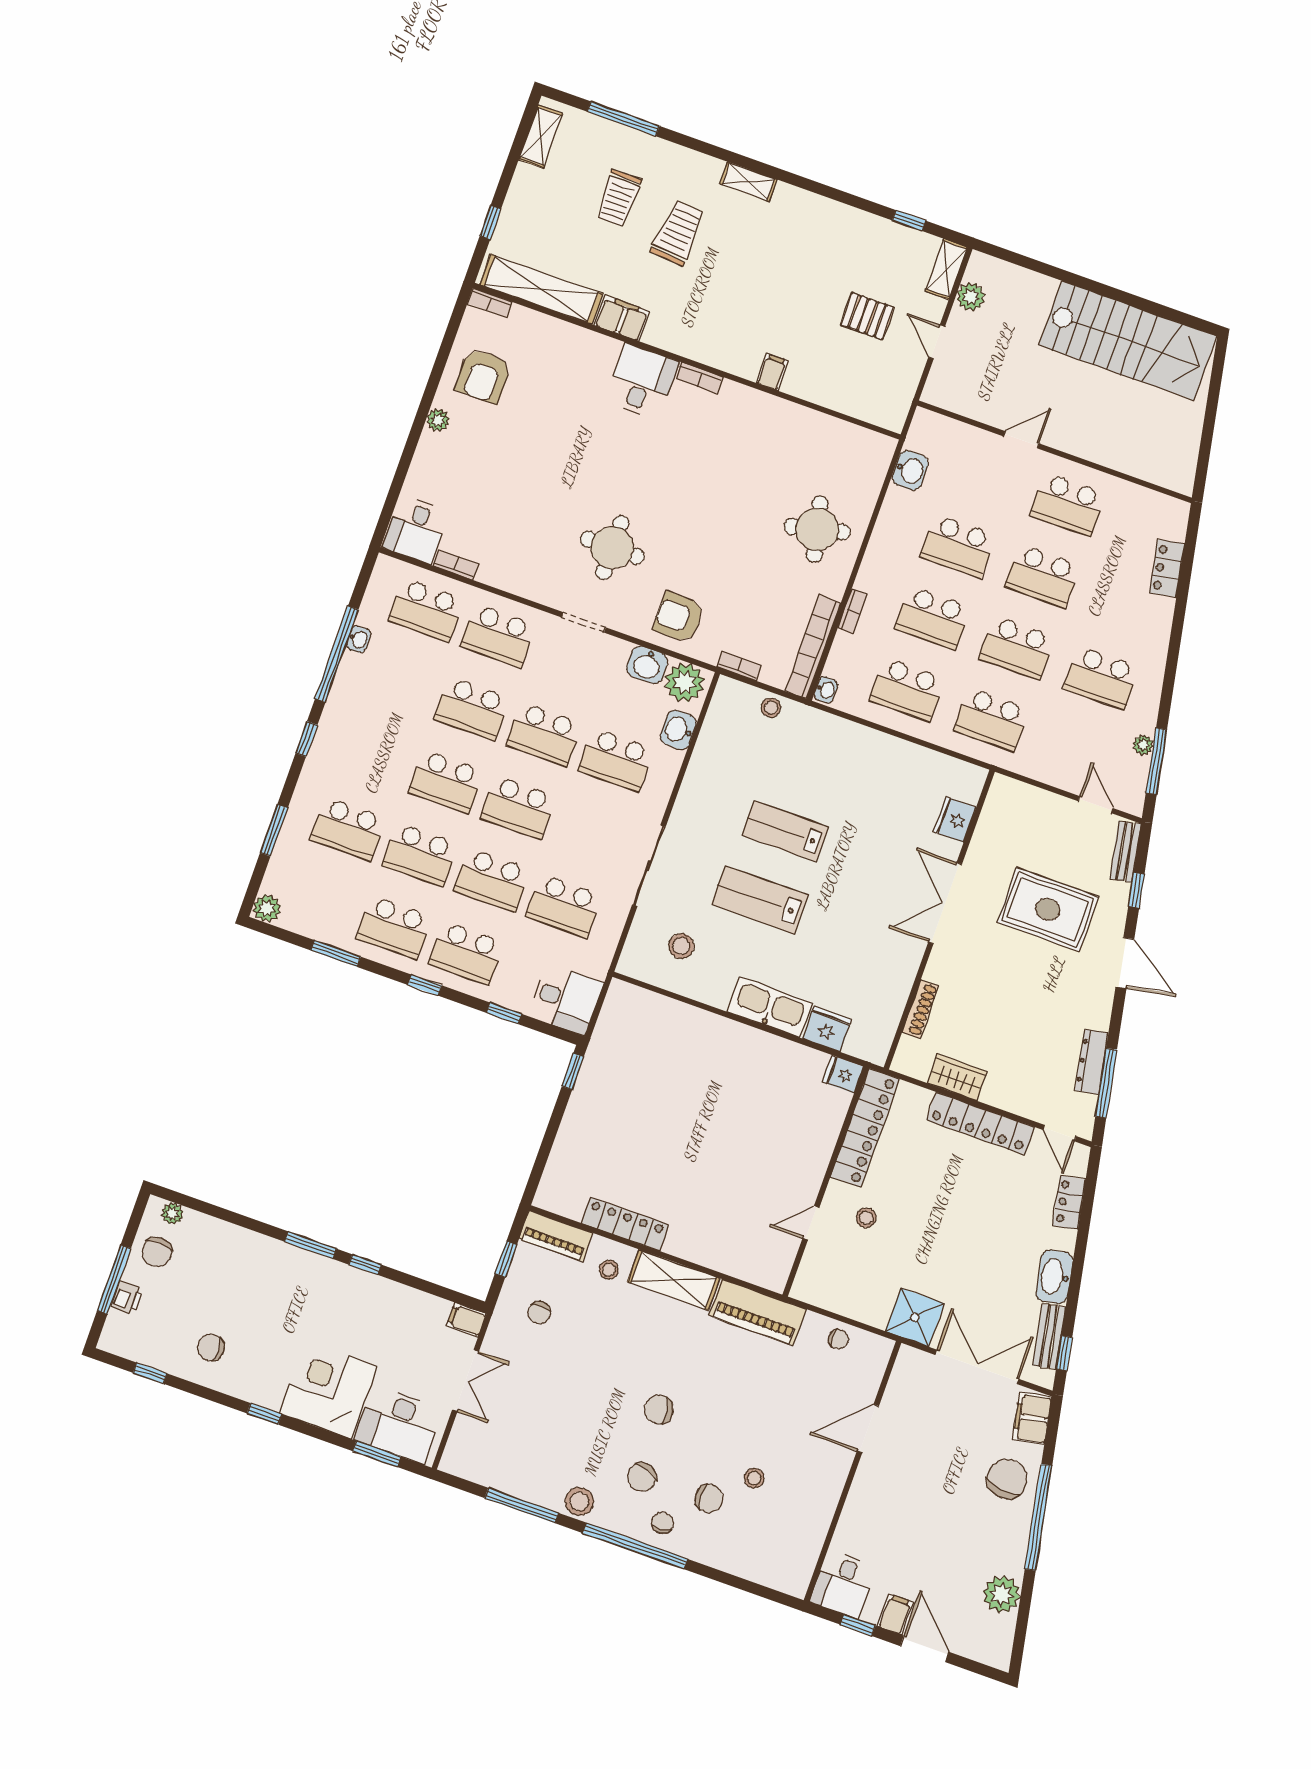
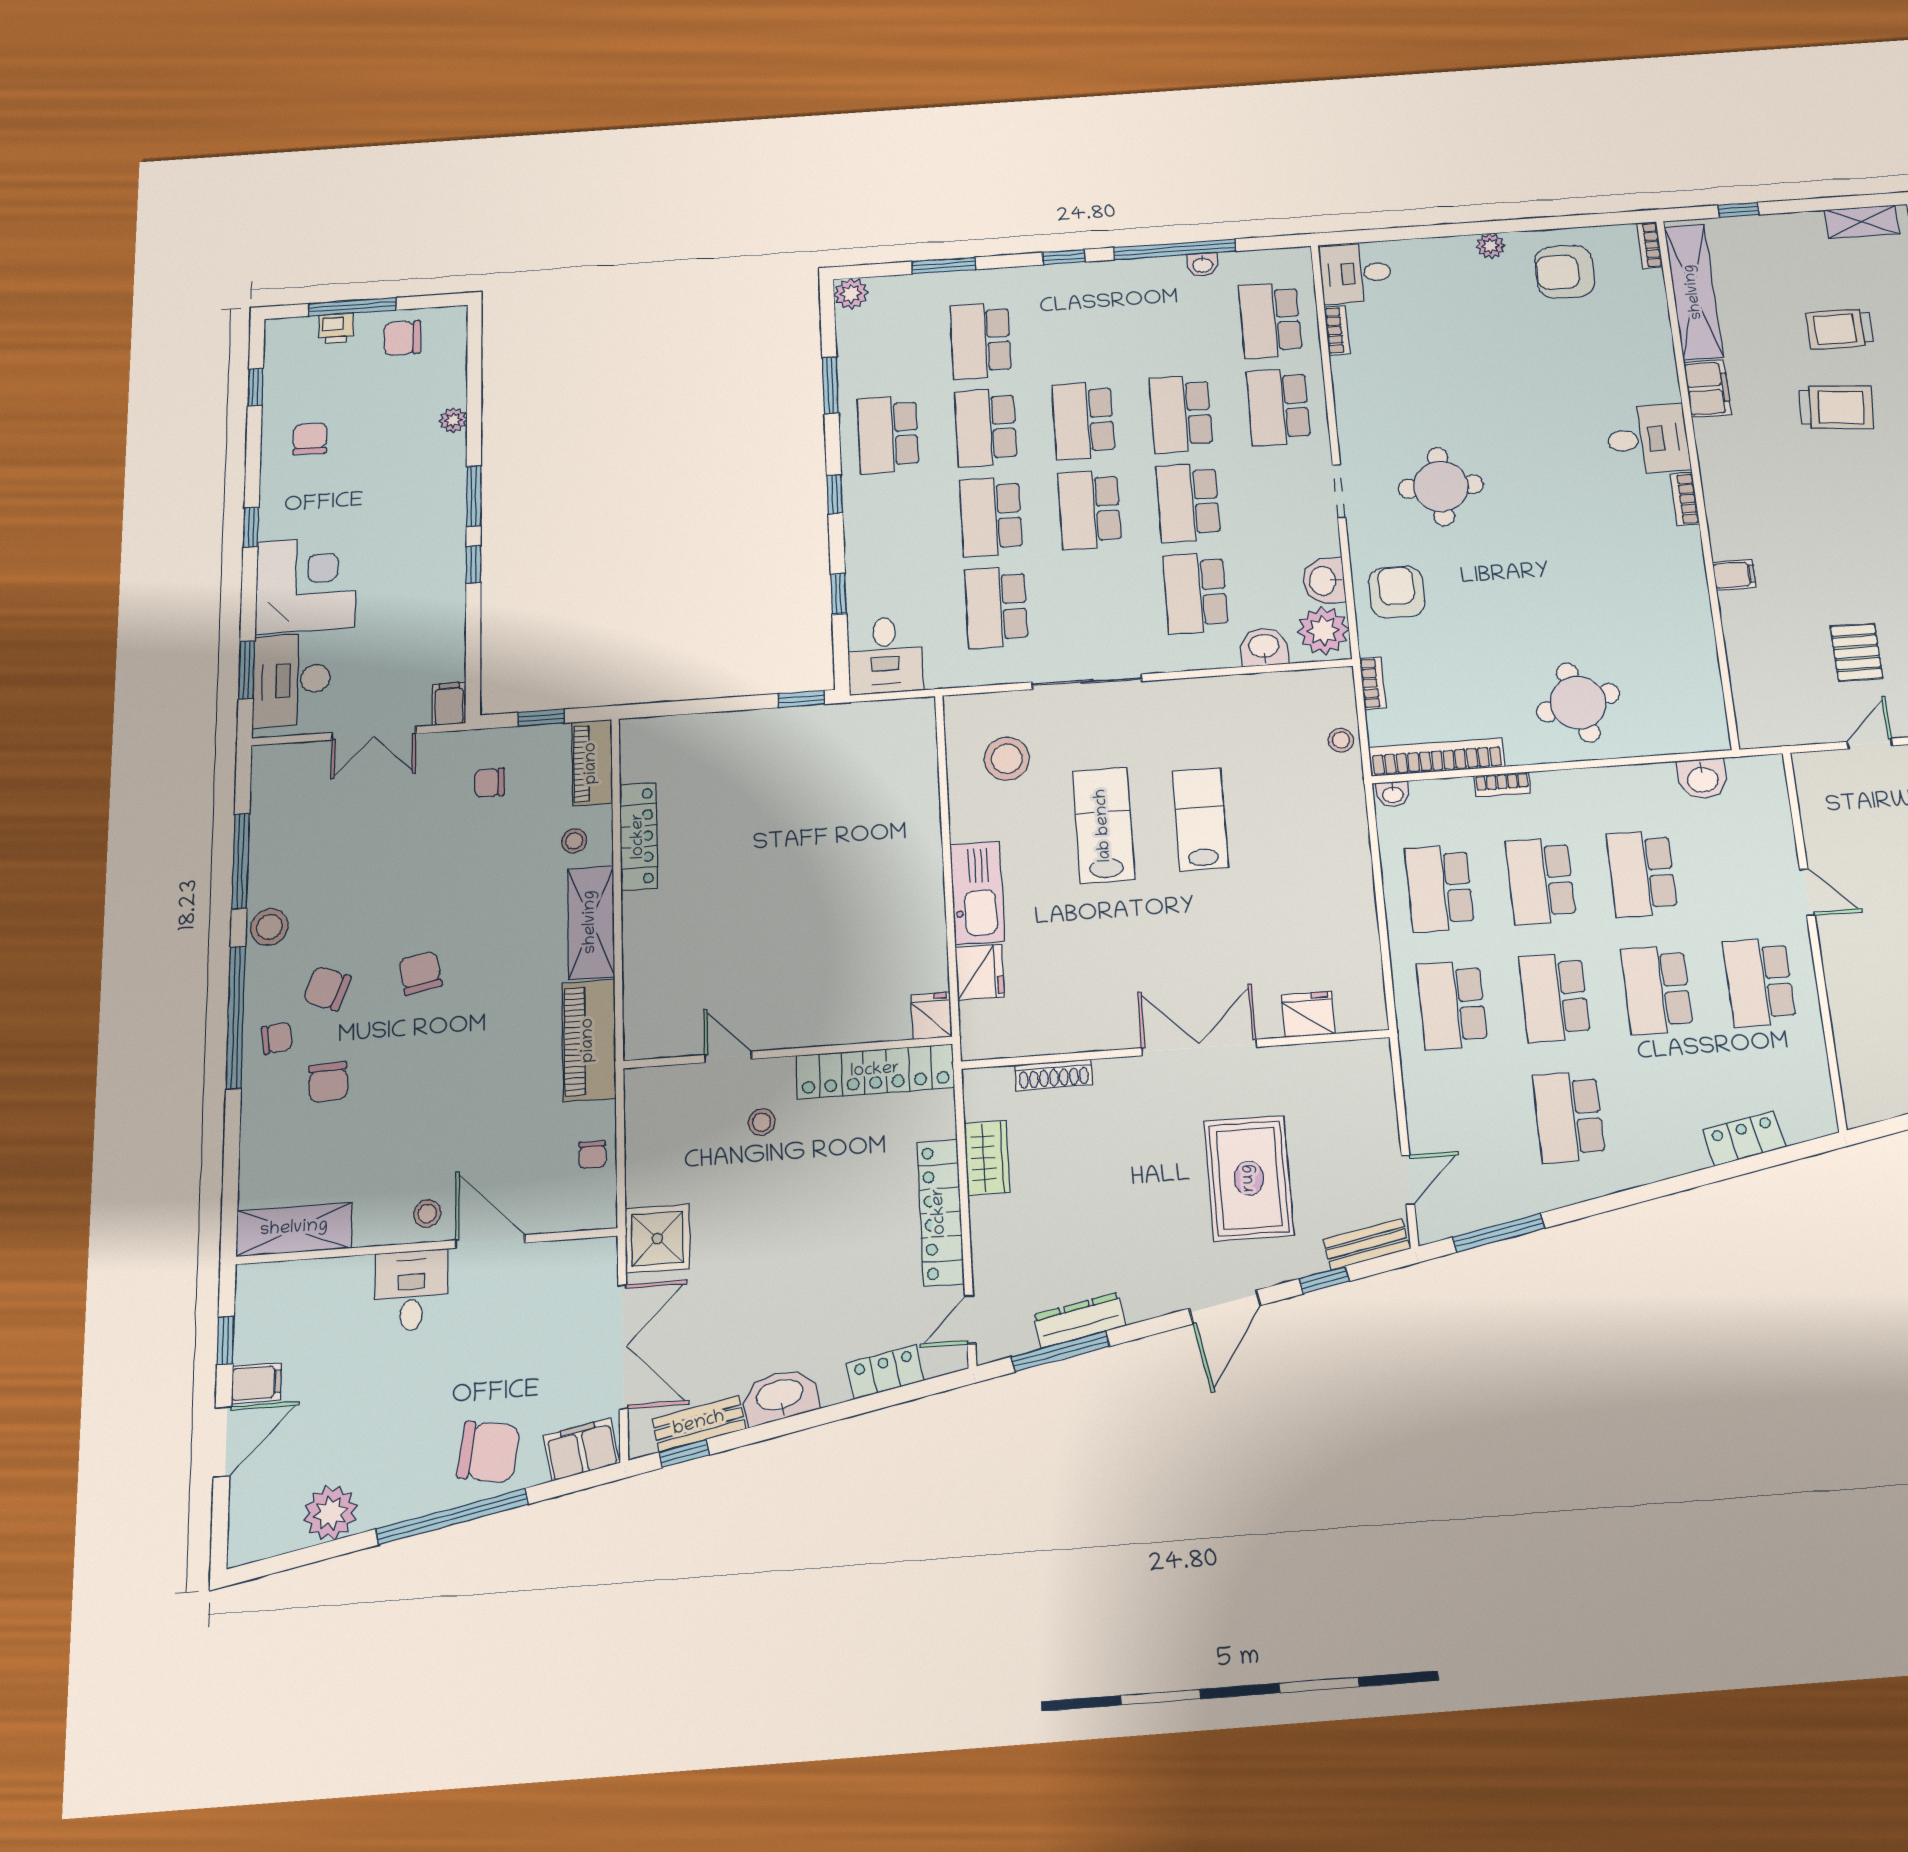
plant: (1143, 745) -> (1511, 1207), removed
stool: (681, 946) -> (1007, 759), width x1.38, depth x1.38
school desk: (466, 953) -> (892, 523), removed
plant: (172, 1214) -> (453, 420), moved
stool: (754, 1478) -> (427, 1213), moved
shelving: (802, 1556) -> (294, 1229), added
desk: (843, 1584) -> (411, 1290), moved, turned 90

